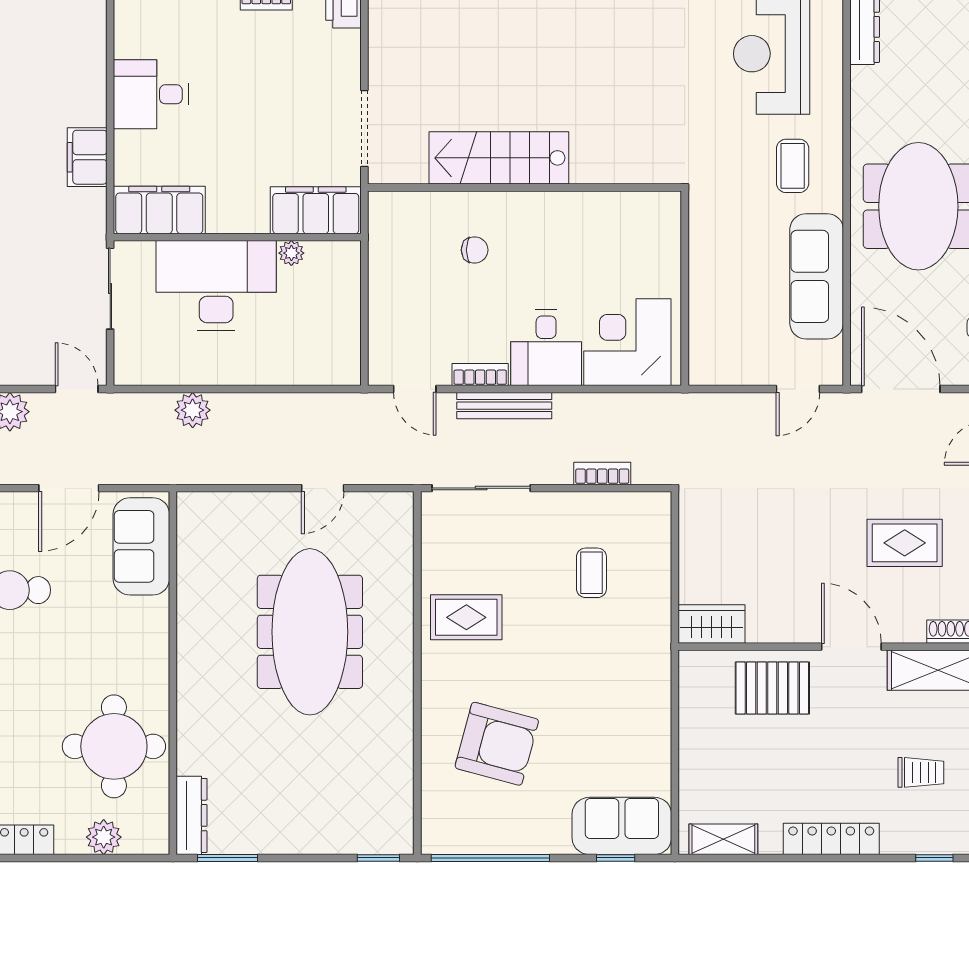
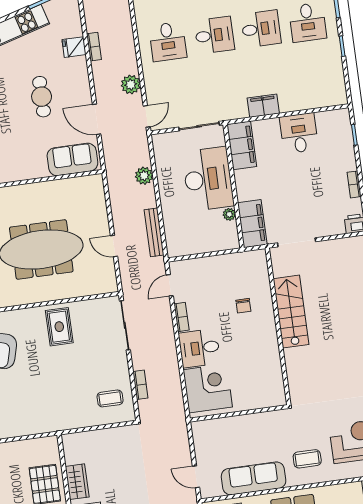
bench: (504, 406) -> (154, 232), moved
coffee table: (591, 573) -> (110, 398), moved
wardrobe: (712, 624) -> (77, 482), moved

